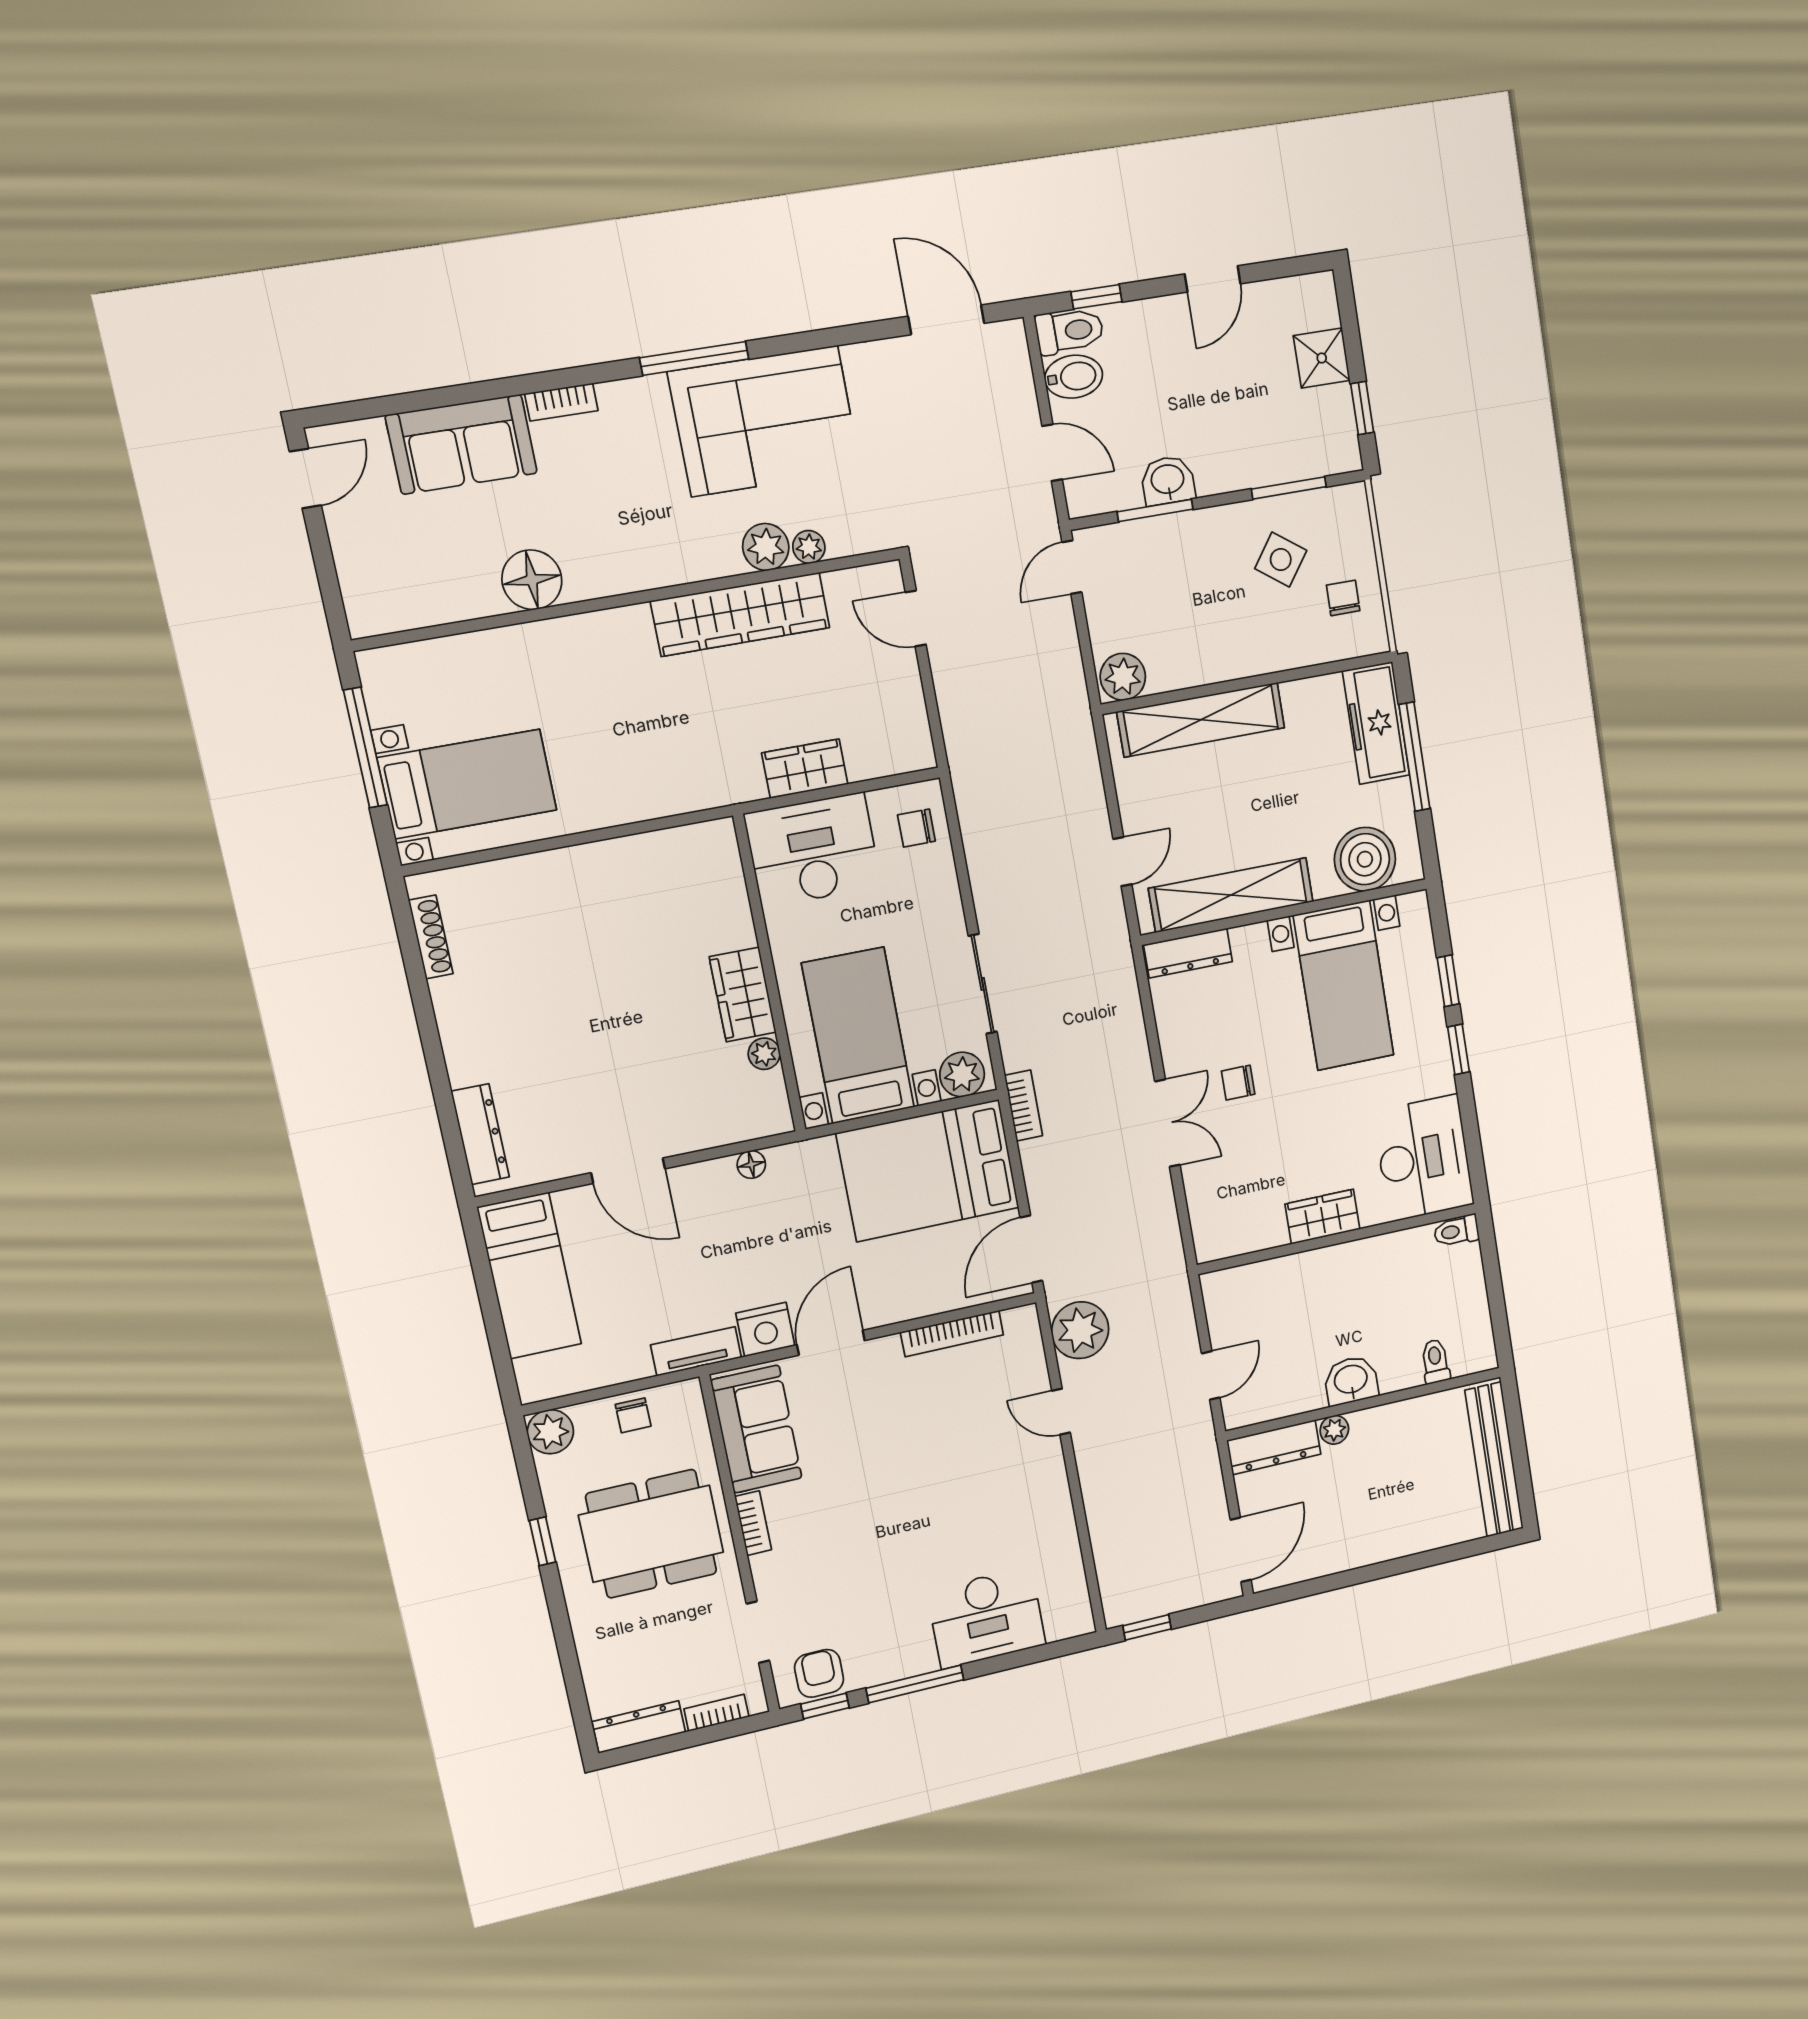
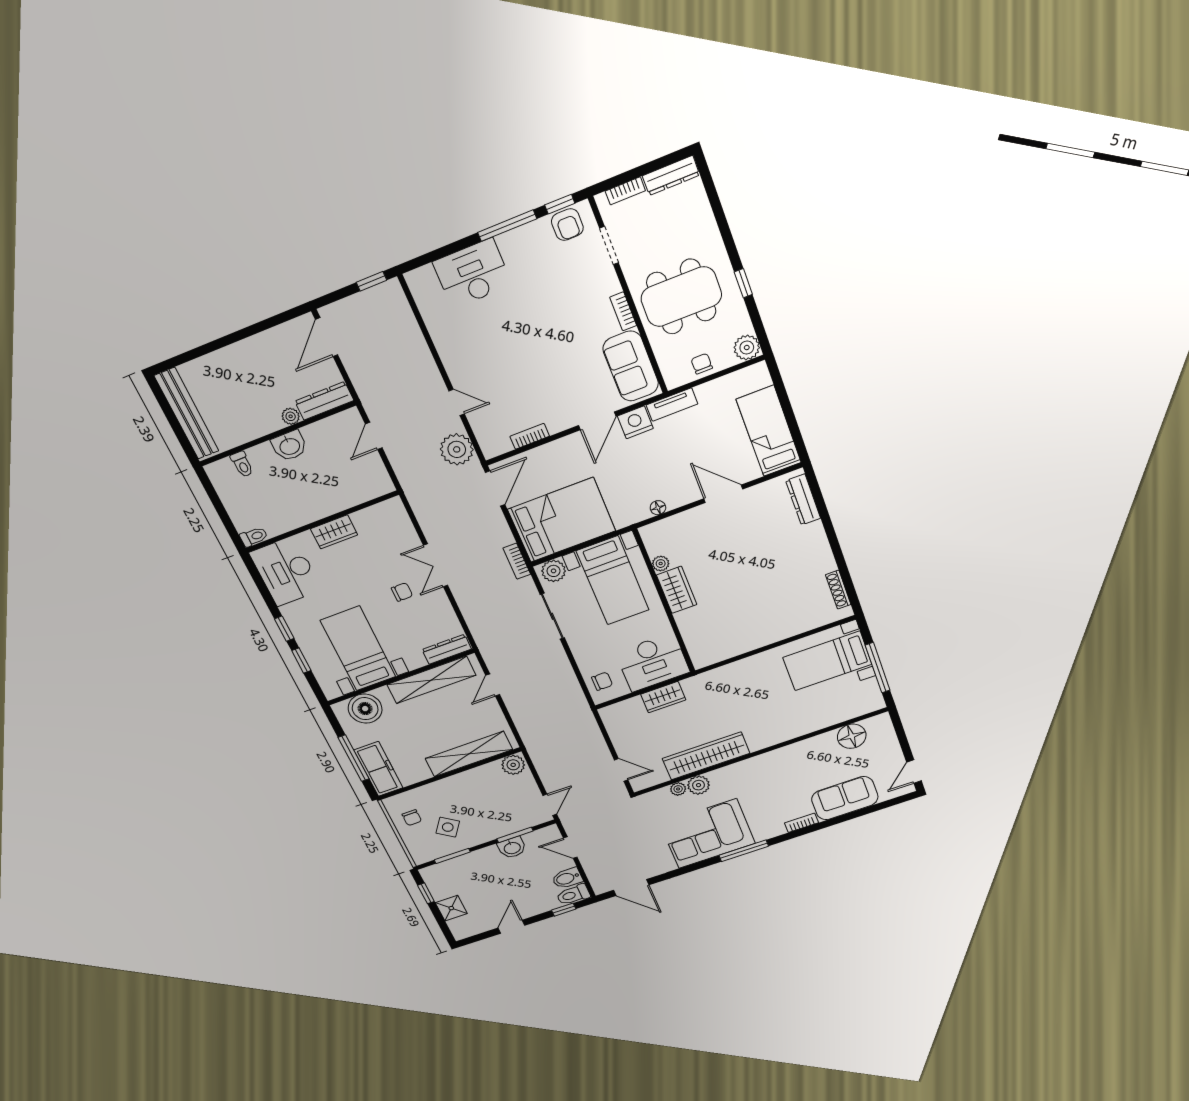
floor lamp: (532, 580) -> (852, 736), moved
bookcase: (952, 1334) -> (530, 436), width x0.64

